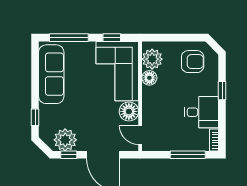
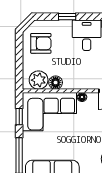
armchair: (193, 62) -> (41, 43), turned 90
floor lamp: (129, 111) -> (82, 97), width x0.53, depth x0.53

